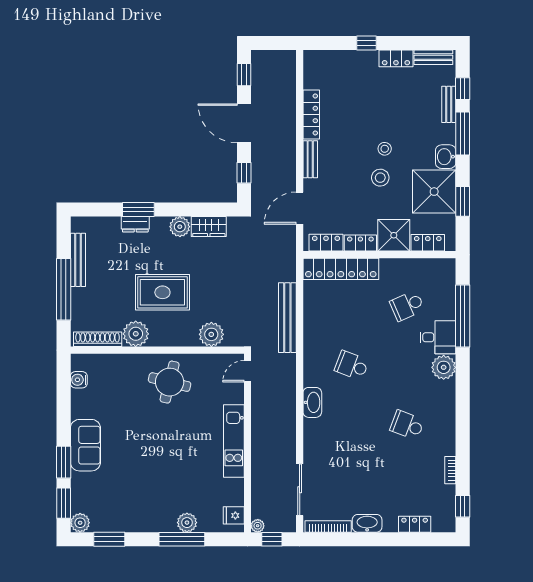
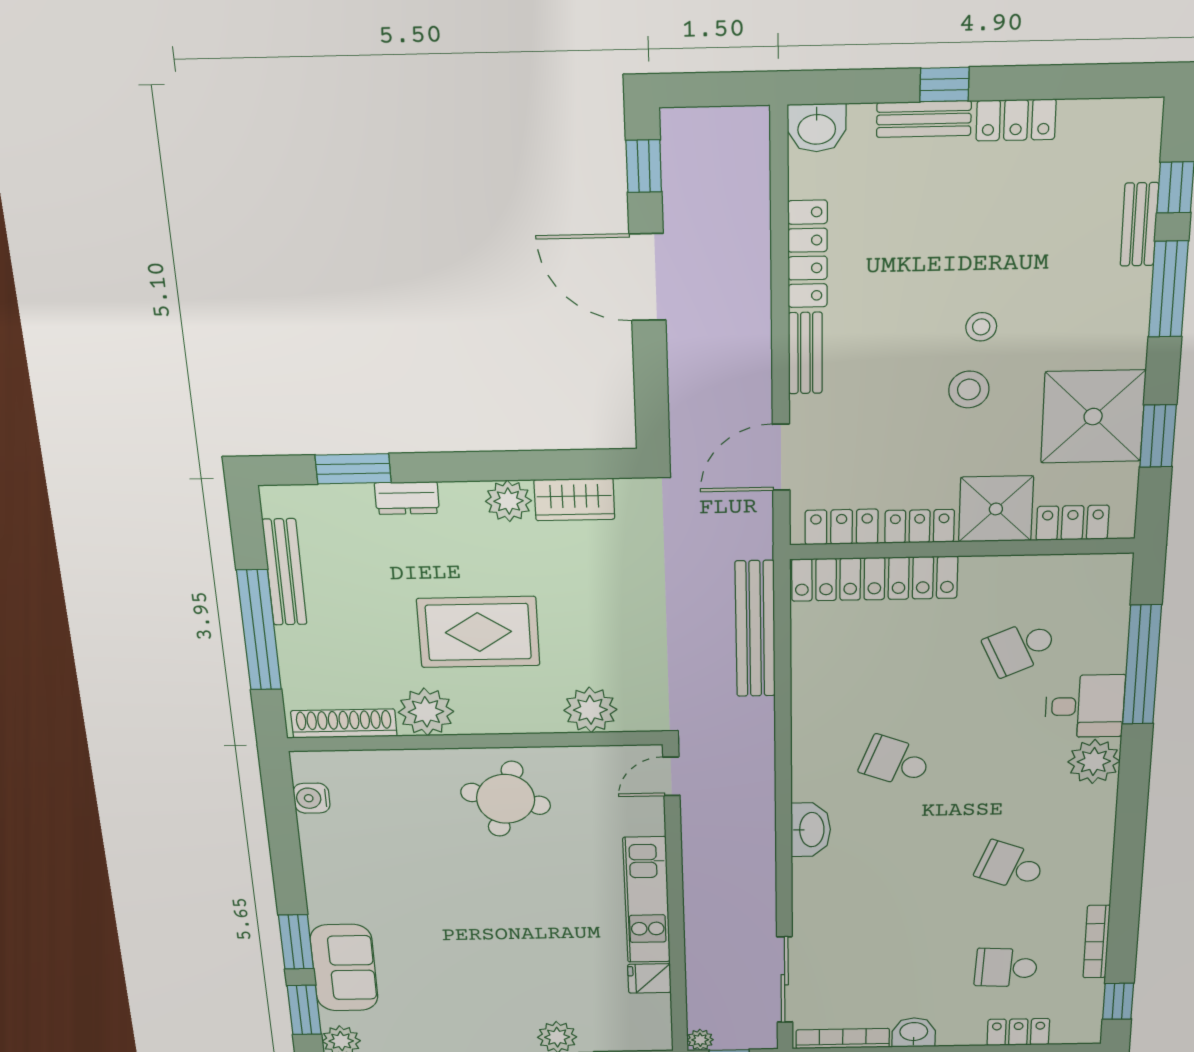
bench: (433, 57) -> (924, 119), moved
washbasin: (446, 157) -> (817, 128), moved, turned -90
window: (244, 173) -> (651, 385), removed
window: (138, 210) -> (353, 469), moved
bench: (287, 318) -> (755, 629), moved
sofa: (85, 445) -> (344, 968), moved
bookcase: (450, 470) -> (1097, 942), width x1.56
school desk: (407, 485) -> (1006, 968), added
fridge: (234, 515) -> (649, 978), moved
washbasin: (367, 523) -> (914, 1032), width x0.72

